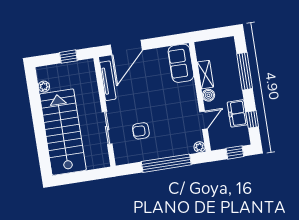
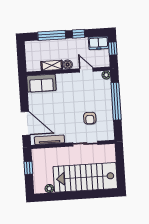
freezer: (237, 113) -> (99, 43), moved
window: (252, 119) -> (79, 34), moved

